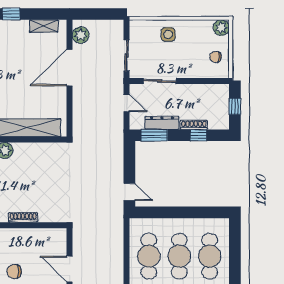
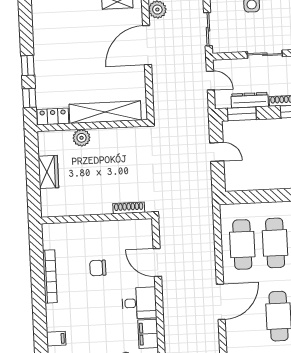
sliding door: (160, 81) -> (265, 54), moved
door: (129, 192) -> (217, 152), moved
shoe rack: (23, 217) -> (129, 208), moved

